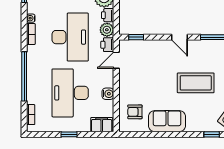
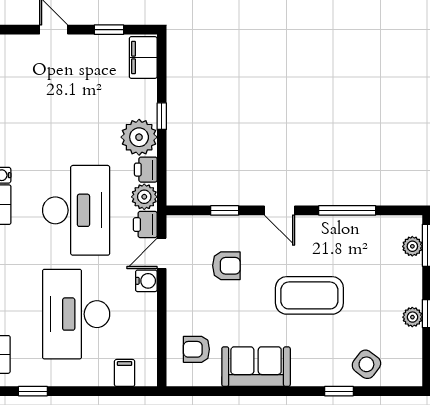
window: (136, 37) -> (225, 210), moved
armchair: (151, 67) -> (226, 266), added
water cooler: (108, 94) -> (146, 281), moved
filing cabinet: (102, 125) -> (125, 373), width x0.50
window: (69, 134) -> (33, 391), moved

